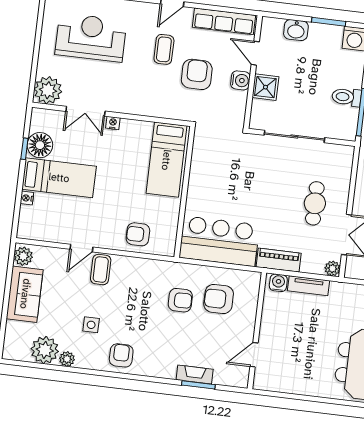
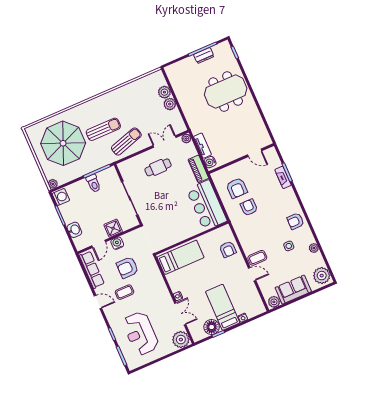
plant: (45, 350) -> (322, 276), moved

